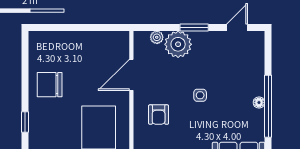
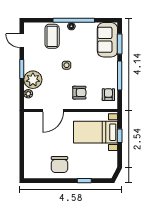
coffee table: (244, 73) -> (52, 36), added
door: (131, 75) -> (53, 111), hinge flipped

